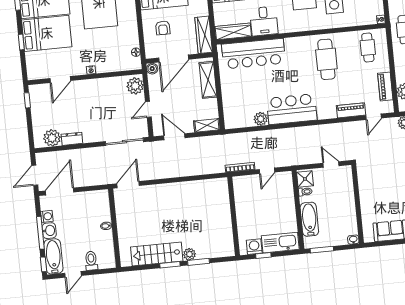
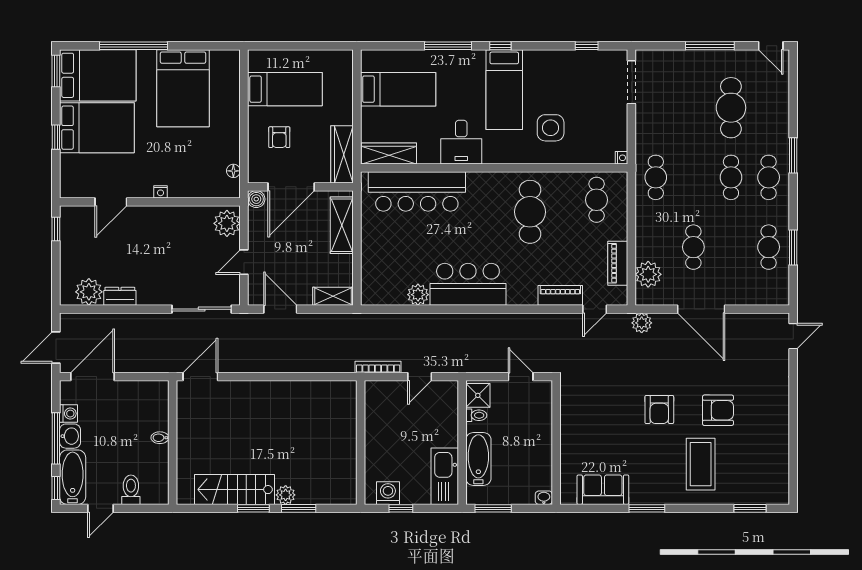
desk: (264, 21) -> (461, 142), moved
kitchen sink: (280, 243) -> (445, 476), moved, turned -90

